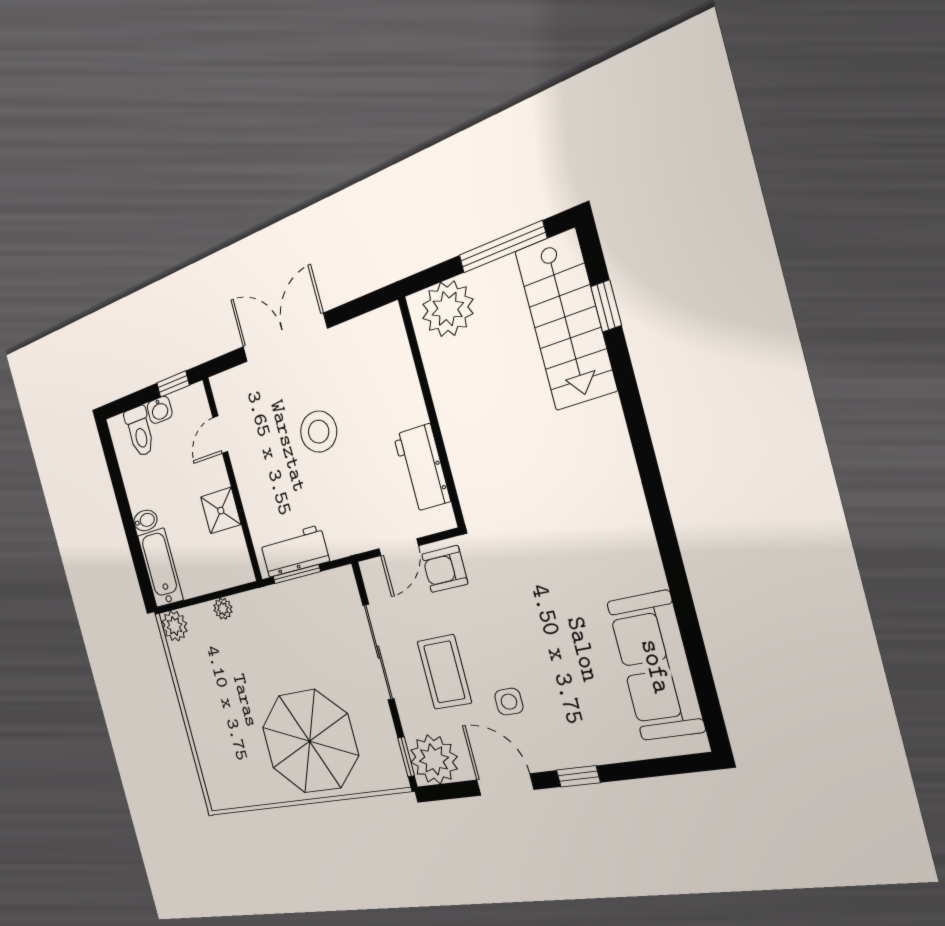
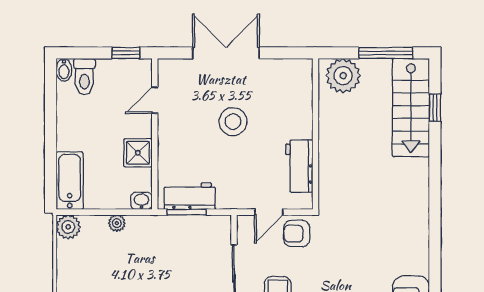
washbasin: (160, 410) -> (141, 201), moved, turned 180
bidet: (145, 520) -> (64, 70), moved, turned 90

